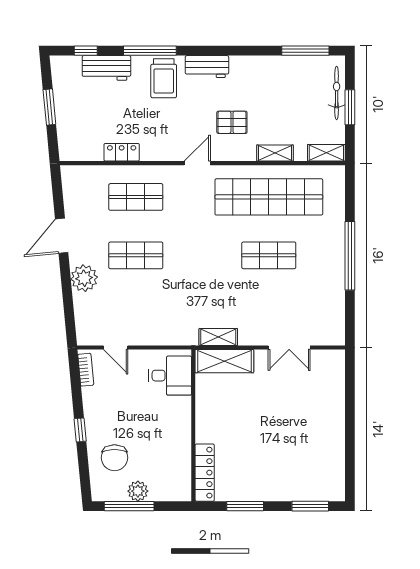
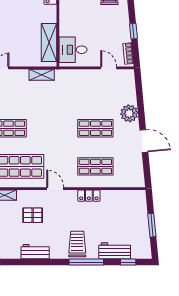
workbench: (207, 67) -> (35, 252), moved
locker: (122, 152) -> (89, 196), moved
door: (197, 163) -> (55, 189), swing flipped
door: (62, 236) -> (144, 141), hinge flipped
shelving: (224, 361) -> (49, 42), moved, turned 90
window: (80, 430) -> (133, 31), moved

